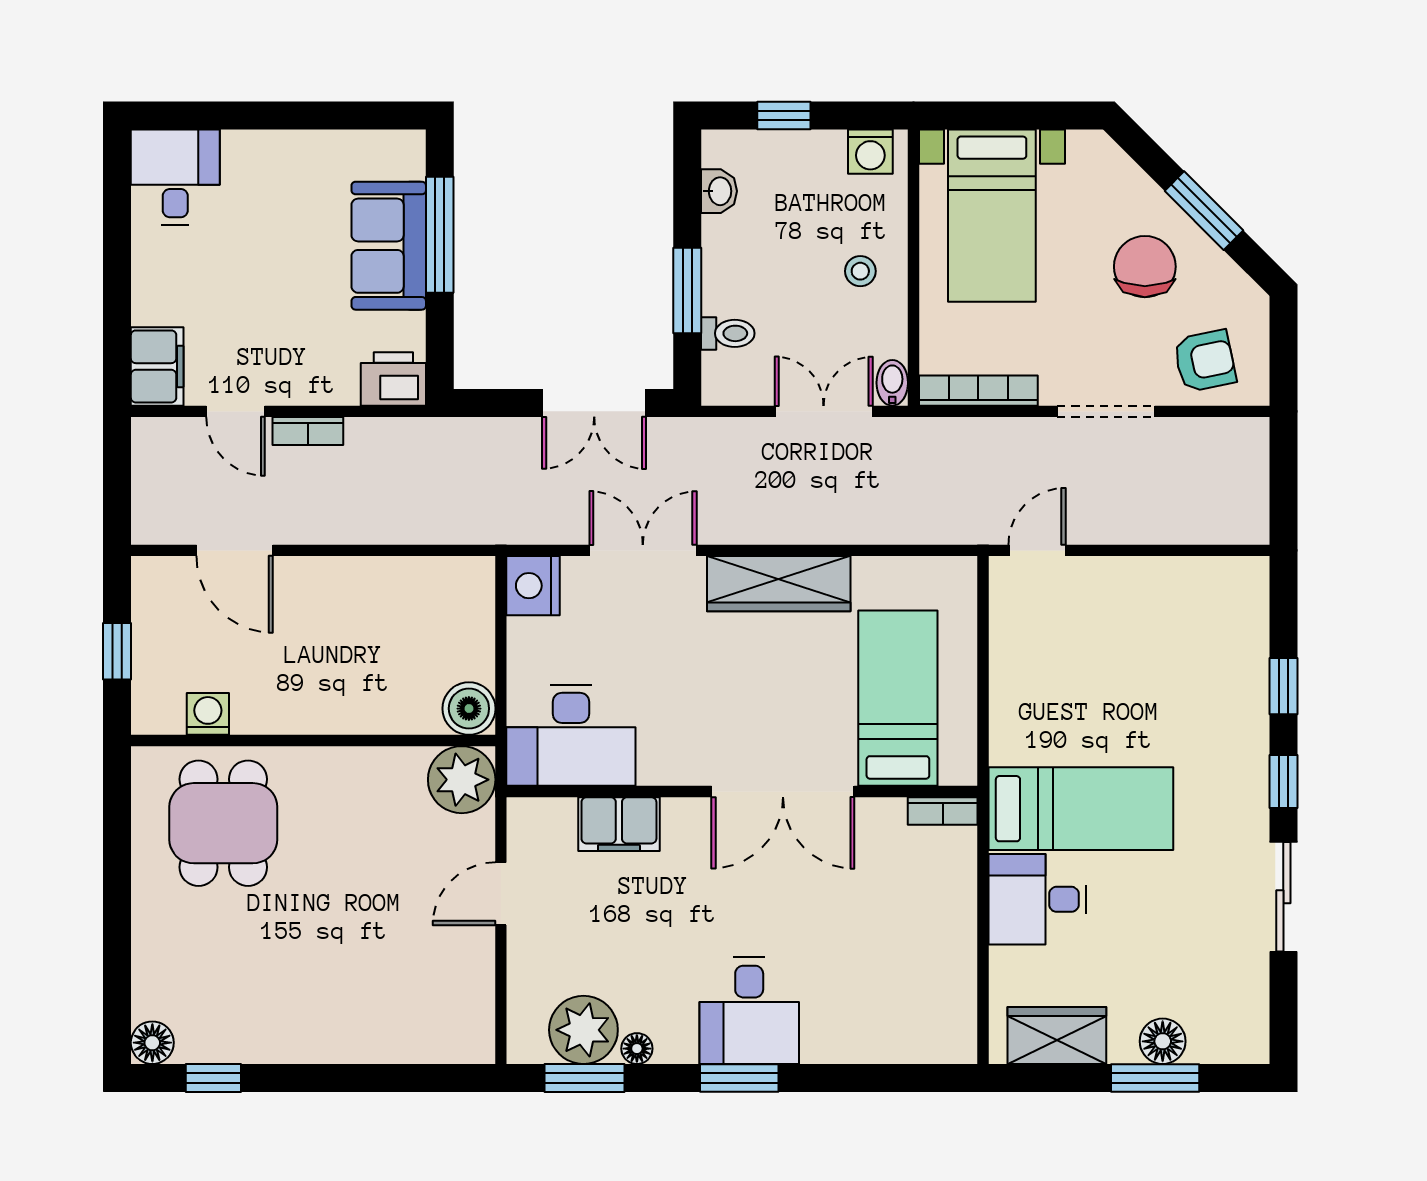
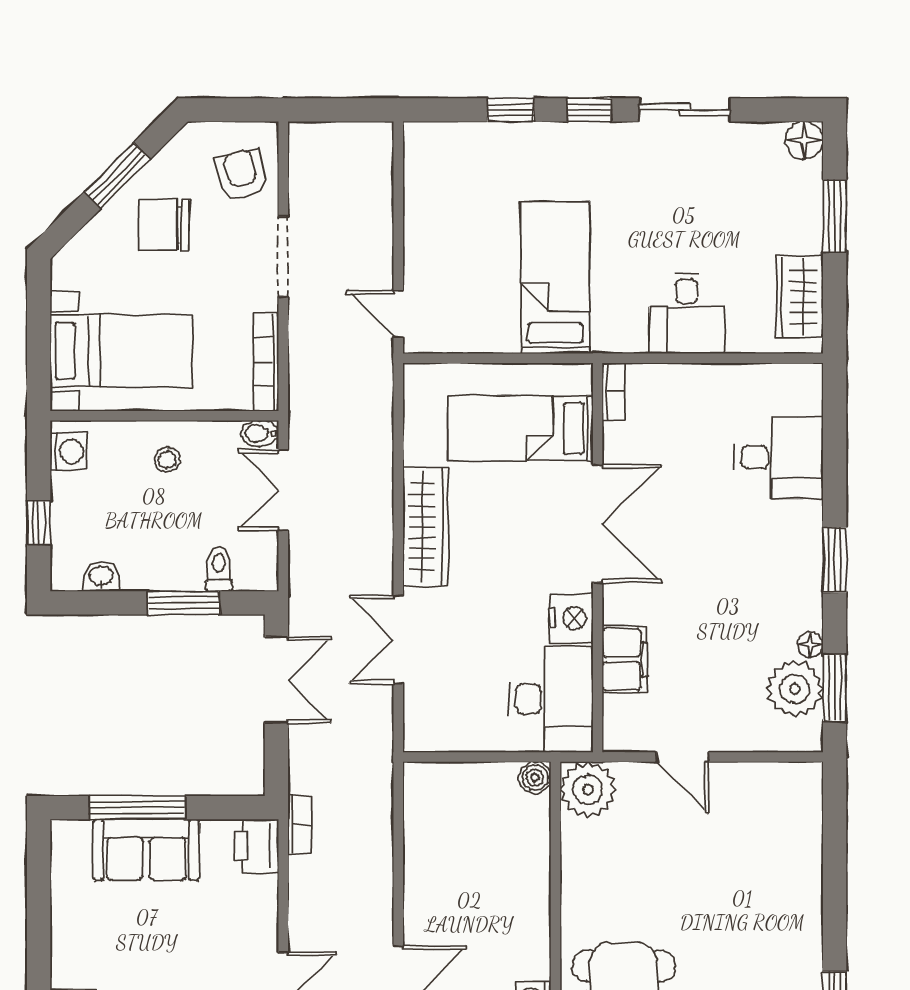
bookcase: (308, 431) -> (299, 825), moved
nightstand: (533, 586) -> (571, 618), moved, turned -90
boiler: (469, 709) -> (535, 778), width x0.73, depth x0.73
bed: (1081, 809) -> (555, 277), moved
desk: (749, 1011) -> (779, 457), moved
floor lamp: (1163, 1041) -> (804, 140), moved

